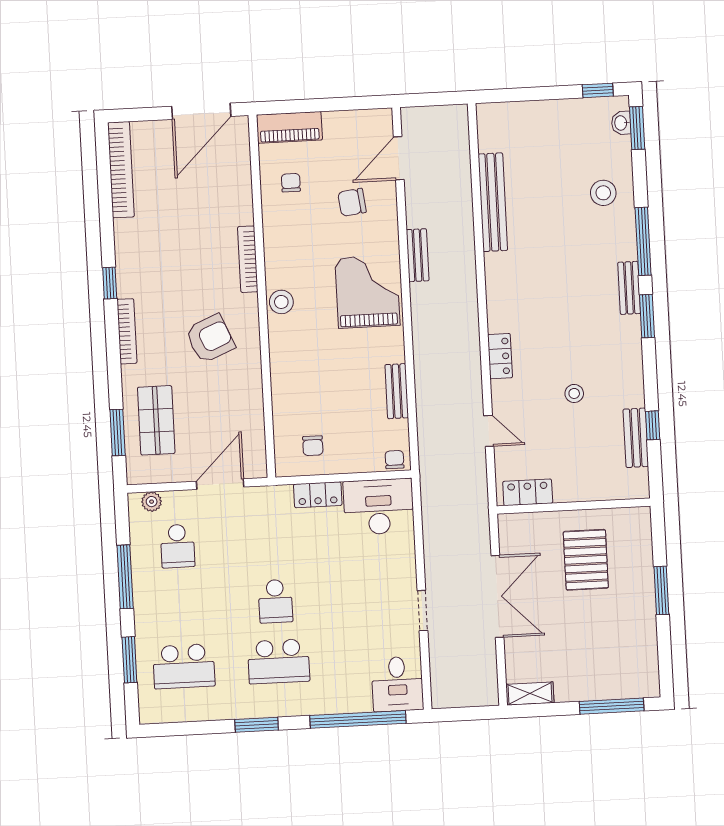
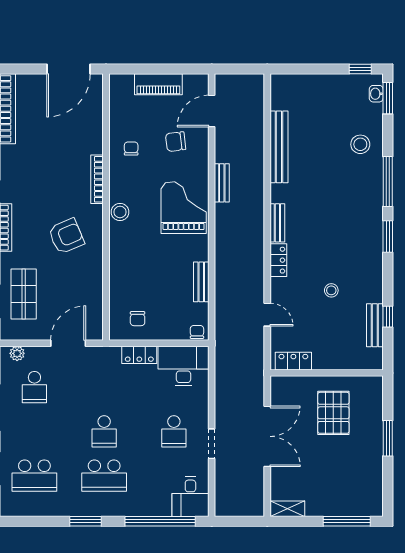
piano: (289, 127) -> (158, 84), moved
chair: (291, 183) -> (131, 149), moved
bench: (629, 288) -> (277, 223), moved
school desk: (370, 596) -> (174, 431), added

